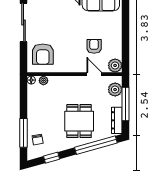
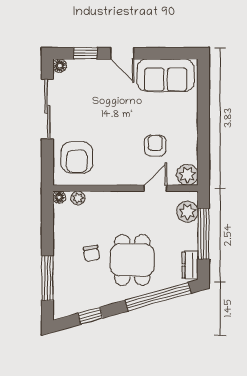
door: (94, 74) -> (156, 188), hinge flipped
dresser: (117, 120) -> (190, 265), width x0.70
chair: (38, 140) -> (91, 253), moved

